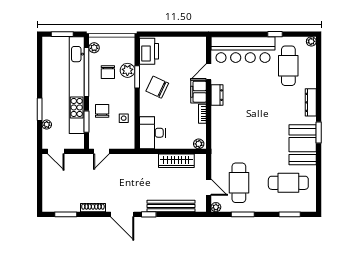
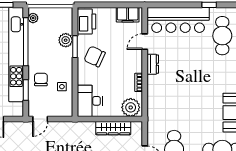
chair: (108, 72) -> (47, 42), removed
filing cabinet: (199, 92) -> (128, 15), moved, turned -90
plant: (199, 144) -> (131, 107), width x1.87, depth x1.87

